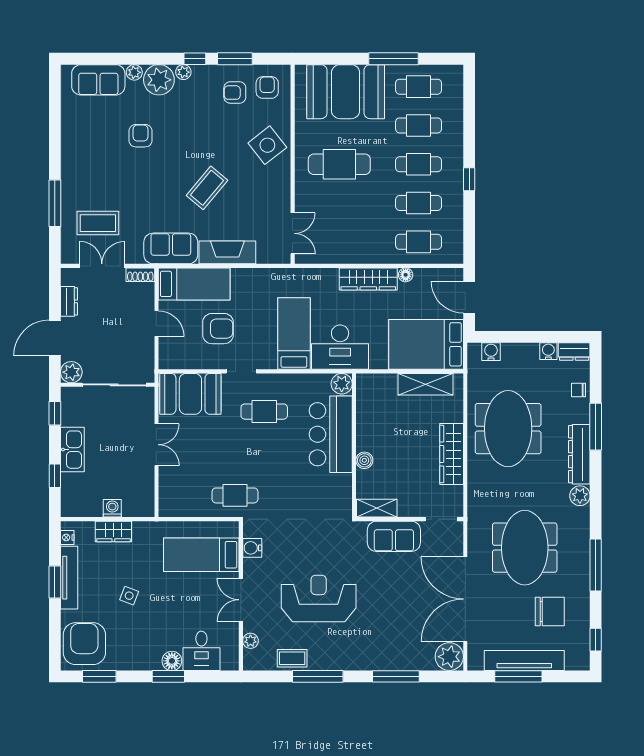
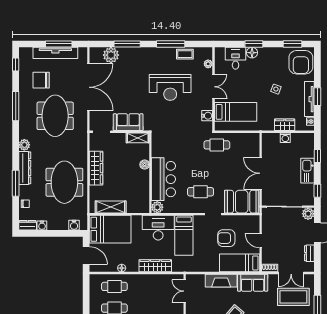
coffee table: (98, 223) -> (293, 297), width x1.36, depth x1.32
wardrobe: (368, 279) -> (155, 266), moved
double door: (156, 445) -> (261, 173), width x1.37
plant: (449, 657) -> (111, 55), moved

